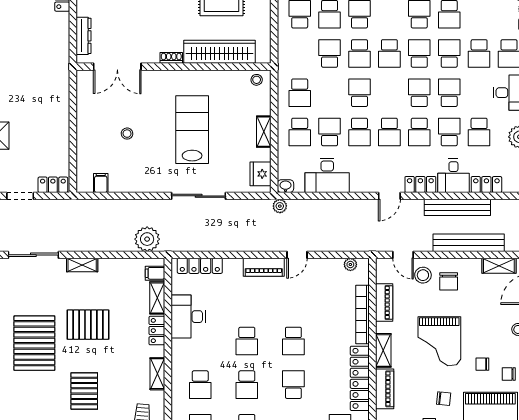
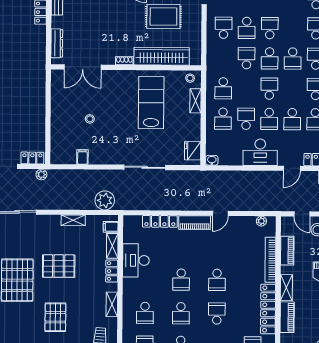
lab bench: (192, 130) -> (151, 103), moved
shelving: (264, 132) -> (195, 101), moved
desk: (327, 175) -> (260, 152), moved
filing cabinet: (101, 183) -> (82, 157), moved
plant: (280, 206) -> (41, 175), moved
shelving: (82, 265) -> (73, 220), moved
locker: (200, 266) -> (160, 221), moved

